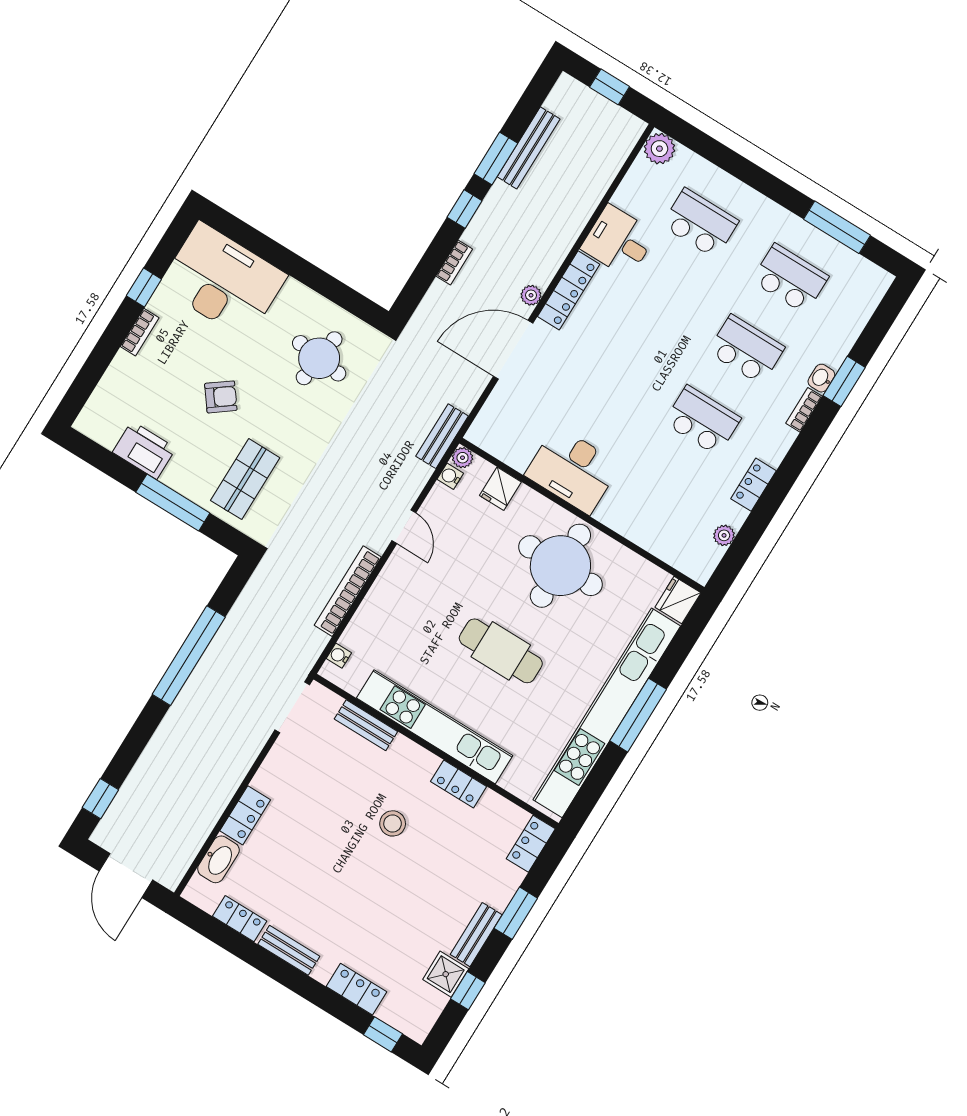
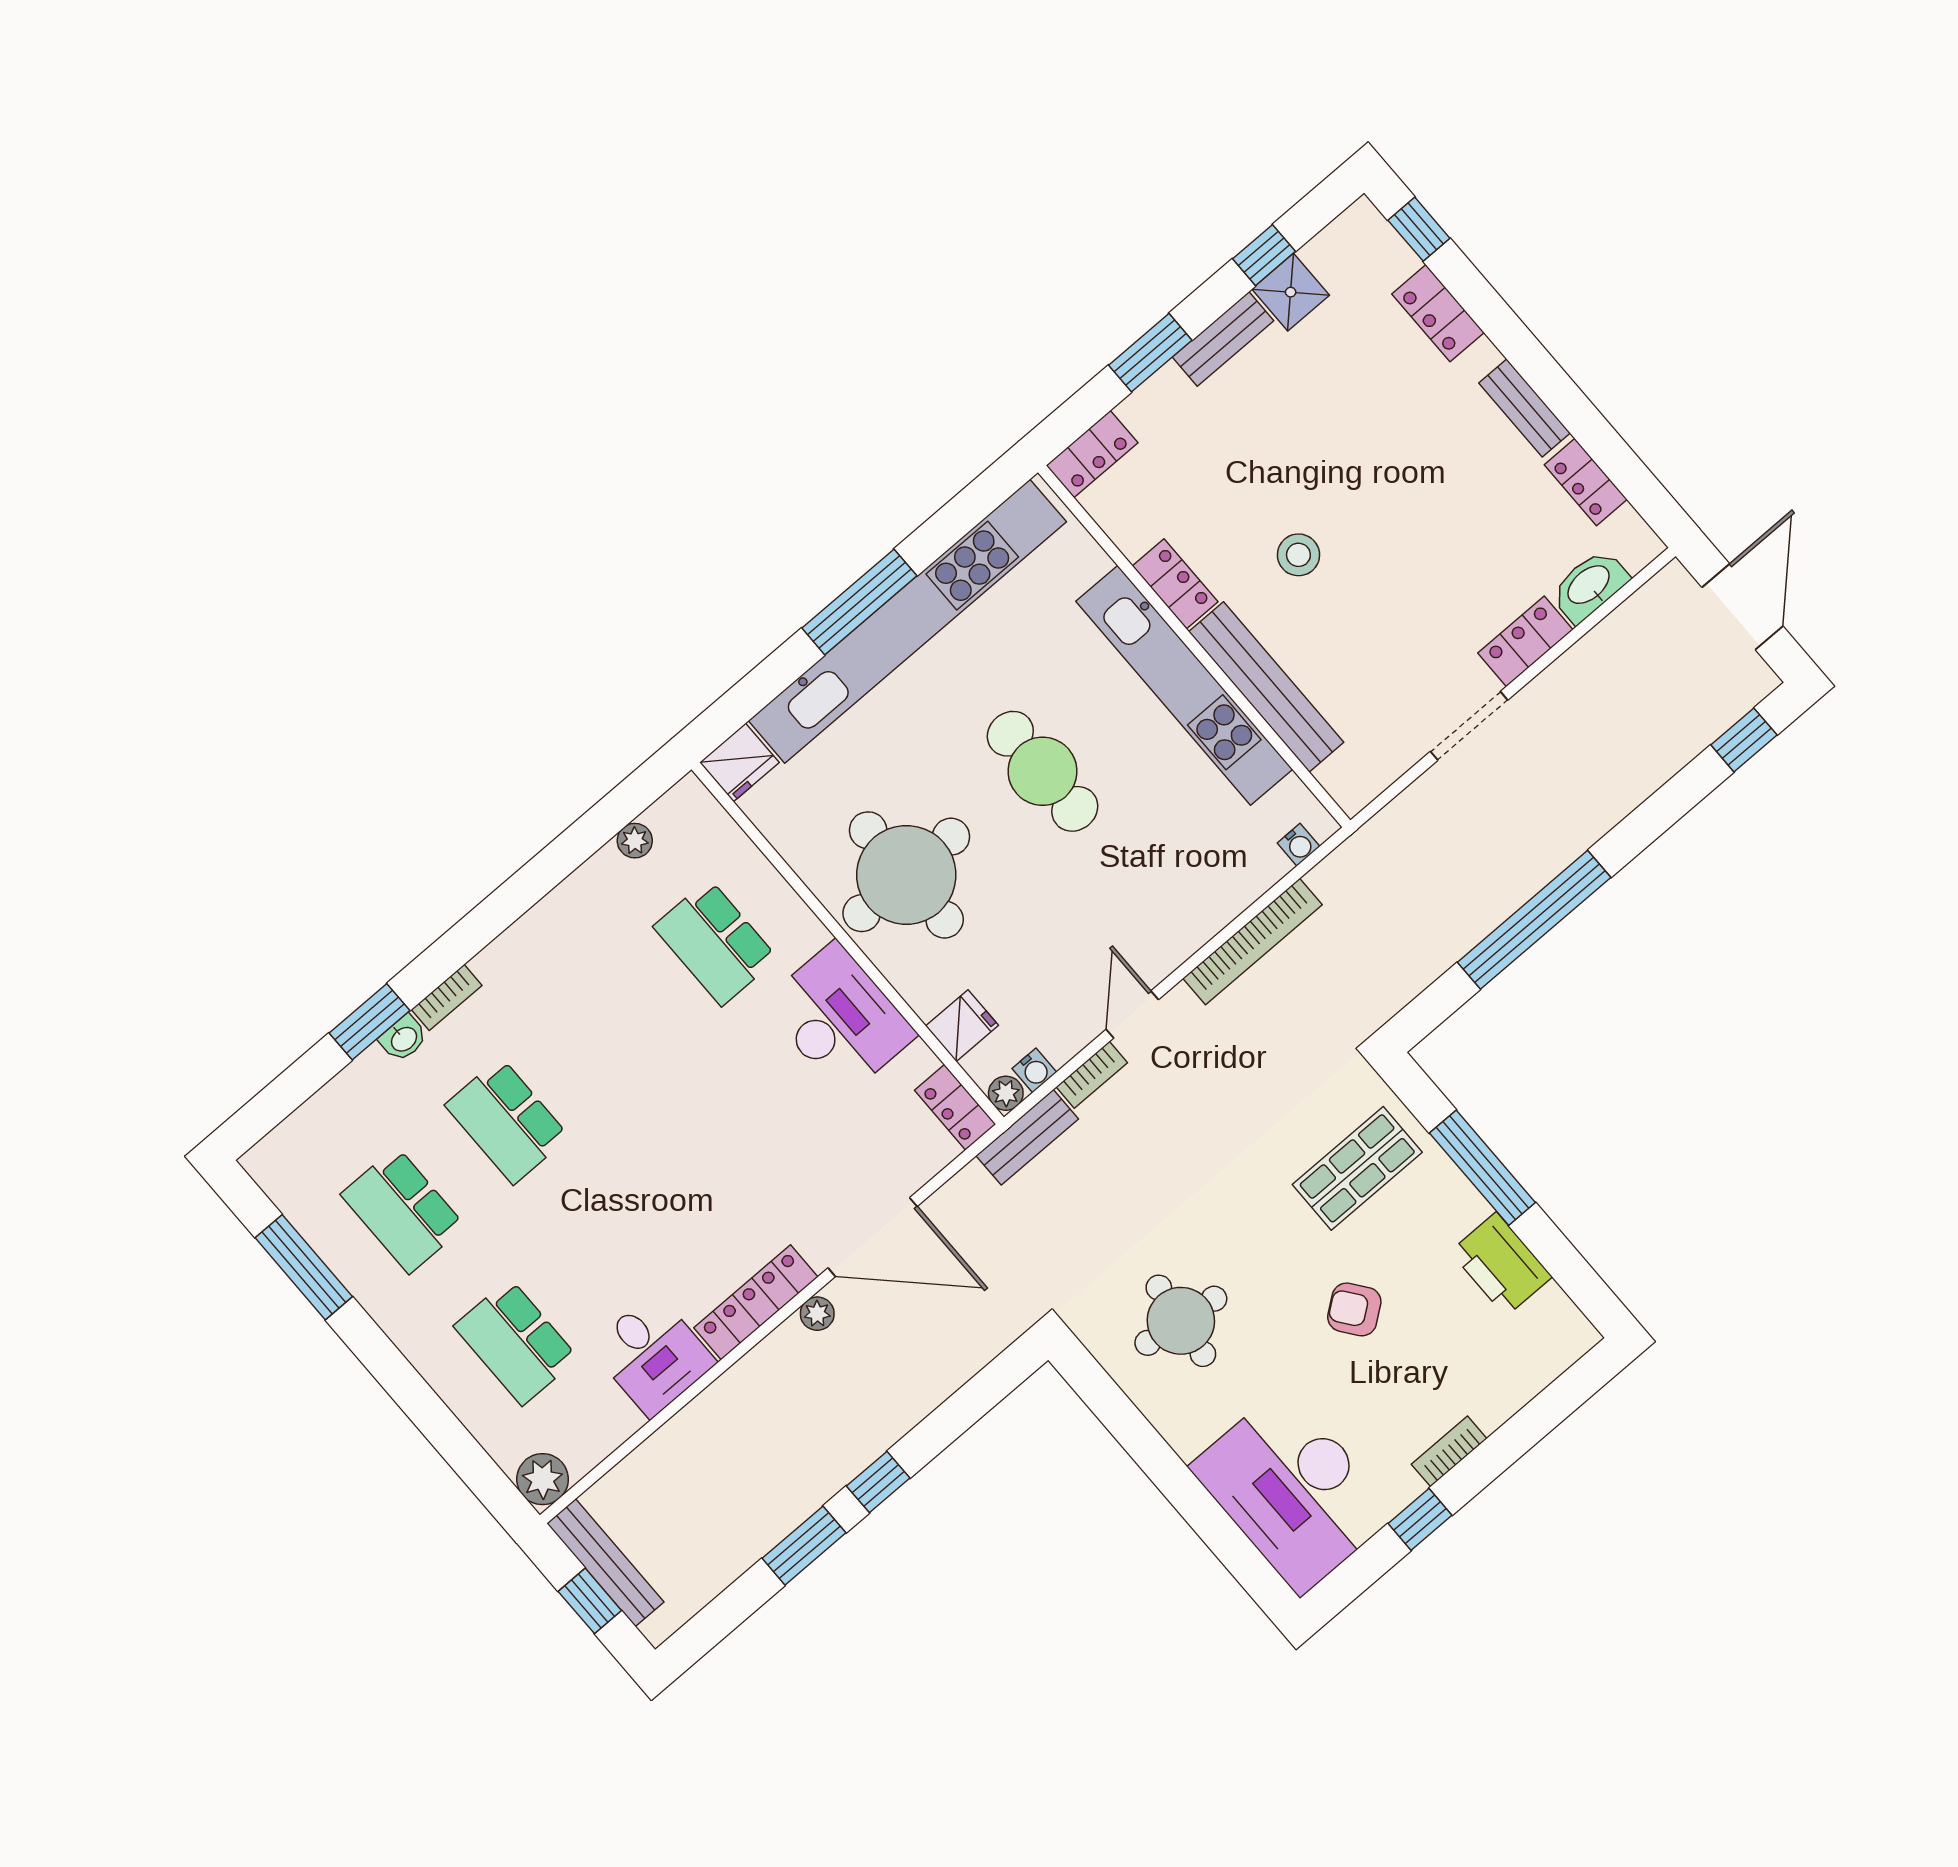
bench: (529, 148) -> (605, 1563), moved, turned 90
bookcase: (454, 263) -> (1092, 1075), moved, turned 180
school desk: (702, 420) -> (715, 942), moved
locker: (754, 485) -> (955, 1107), moved, turned 90
doorway: (292, 707) -> (1469, 726), moved
bench: (366, 725) -> (1266, 687), width x1.86, depth x1.21

